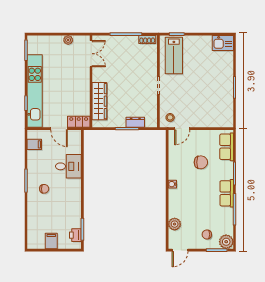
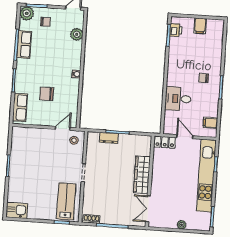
plant: (68, 40) -> (182, 225), moved
wardrobe: (99, 101) -> (142, 175), moved
row of seats: (227, 193) -> (24, 44), moved

